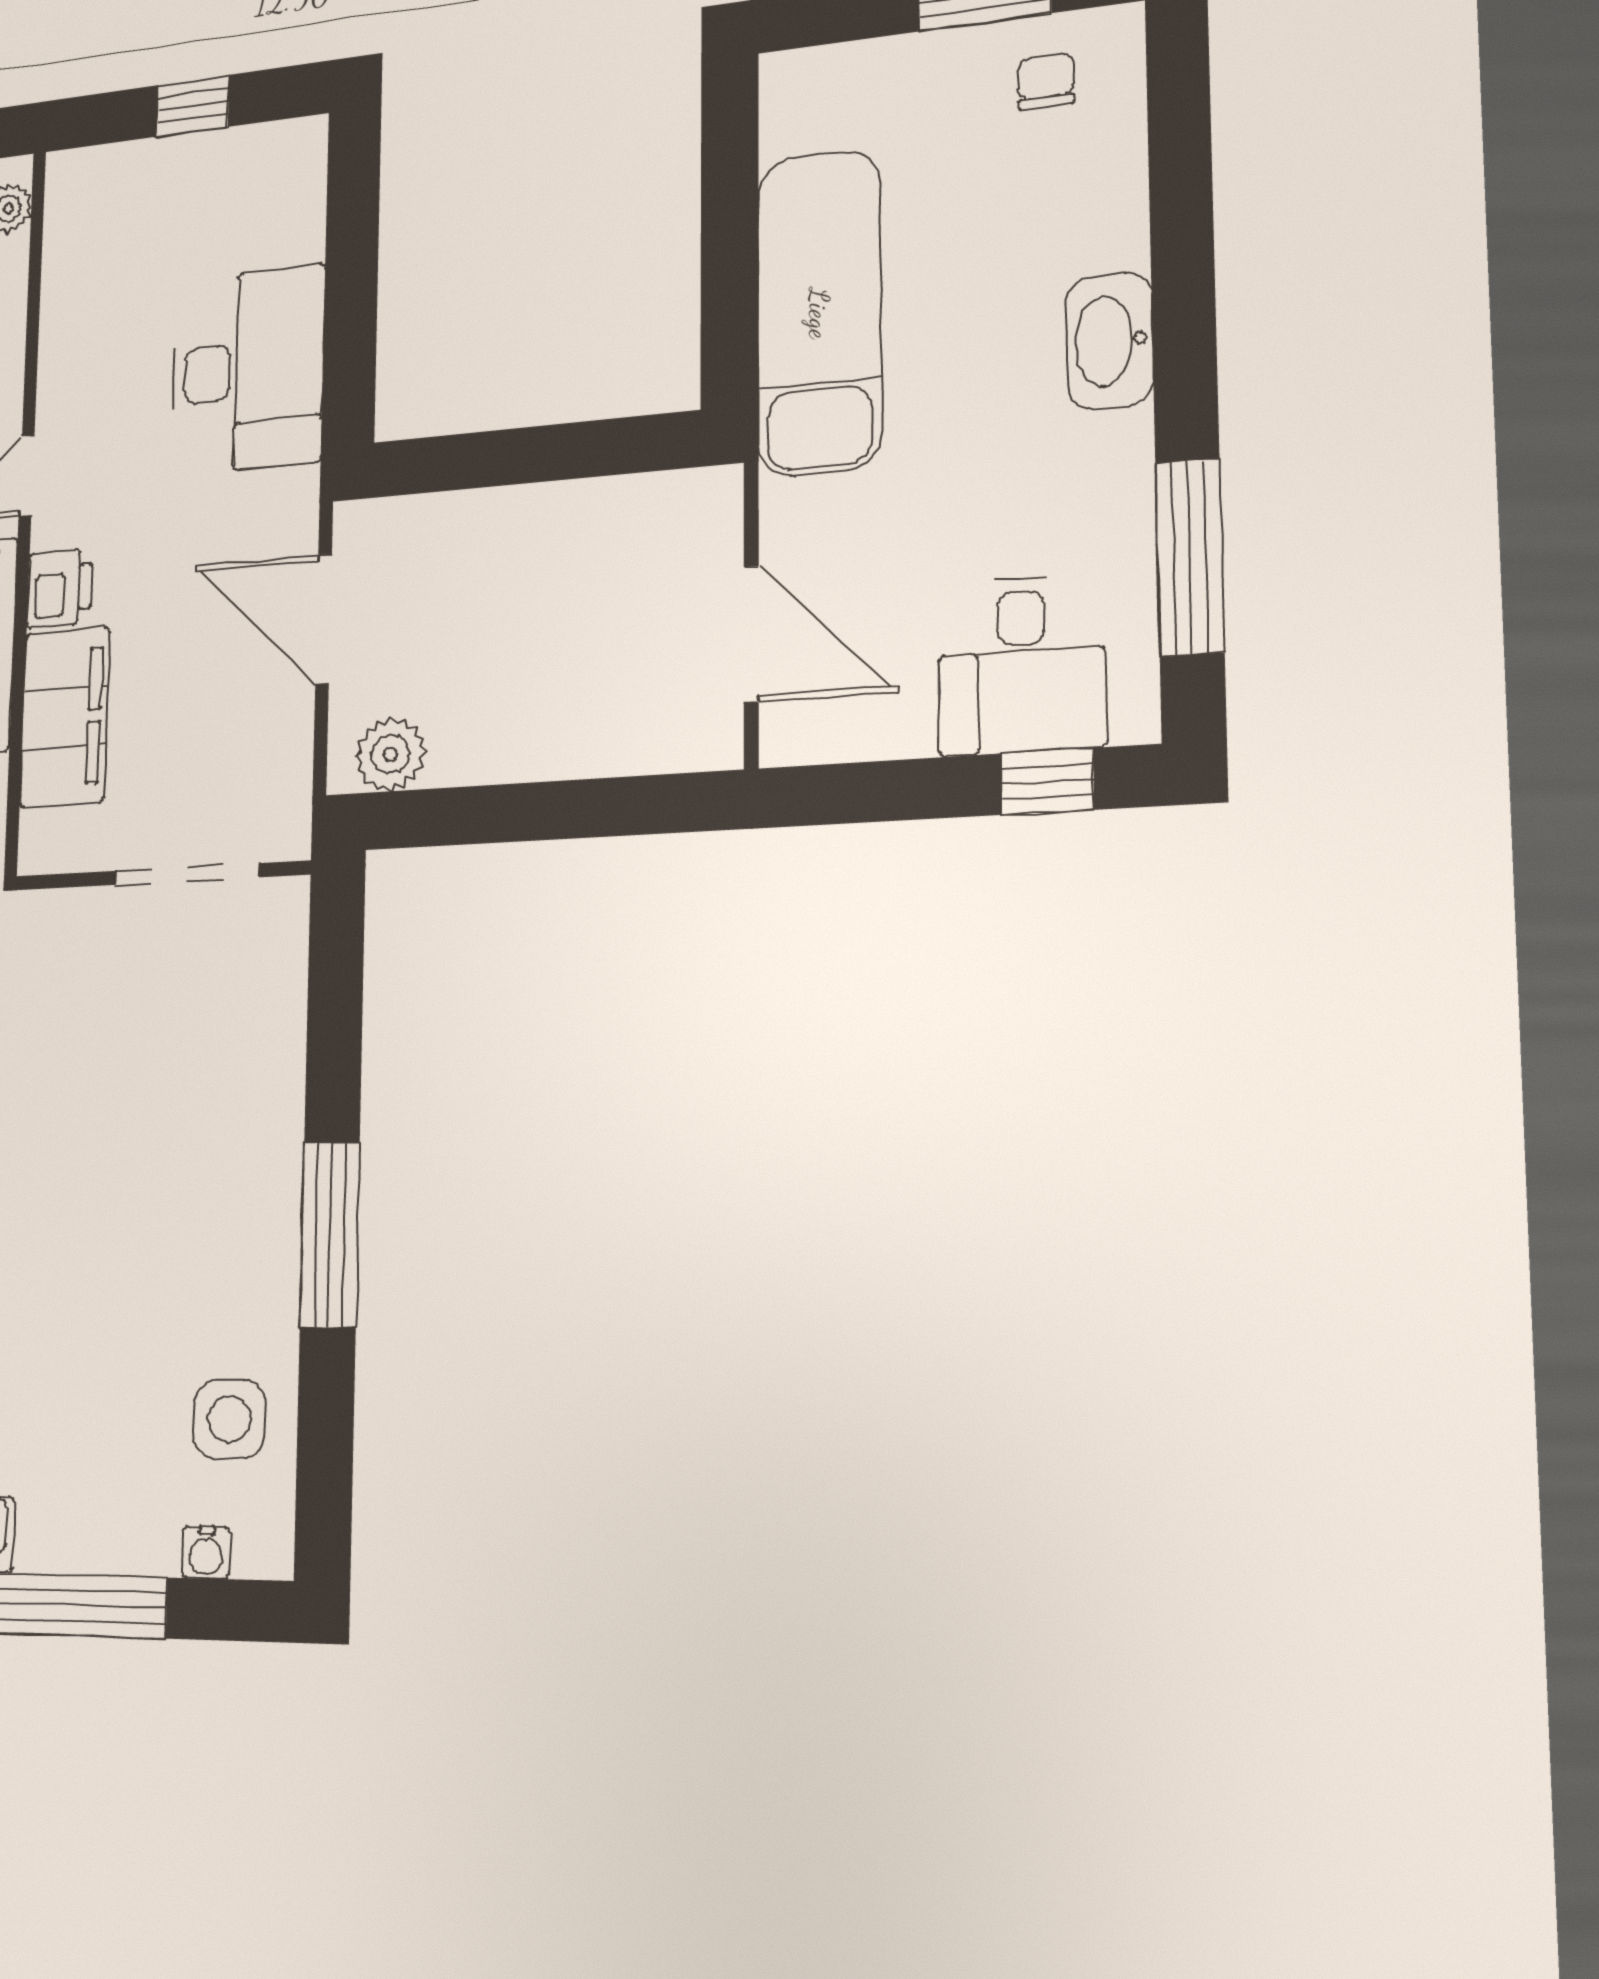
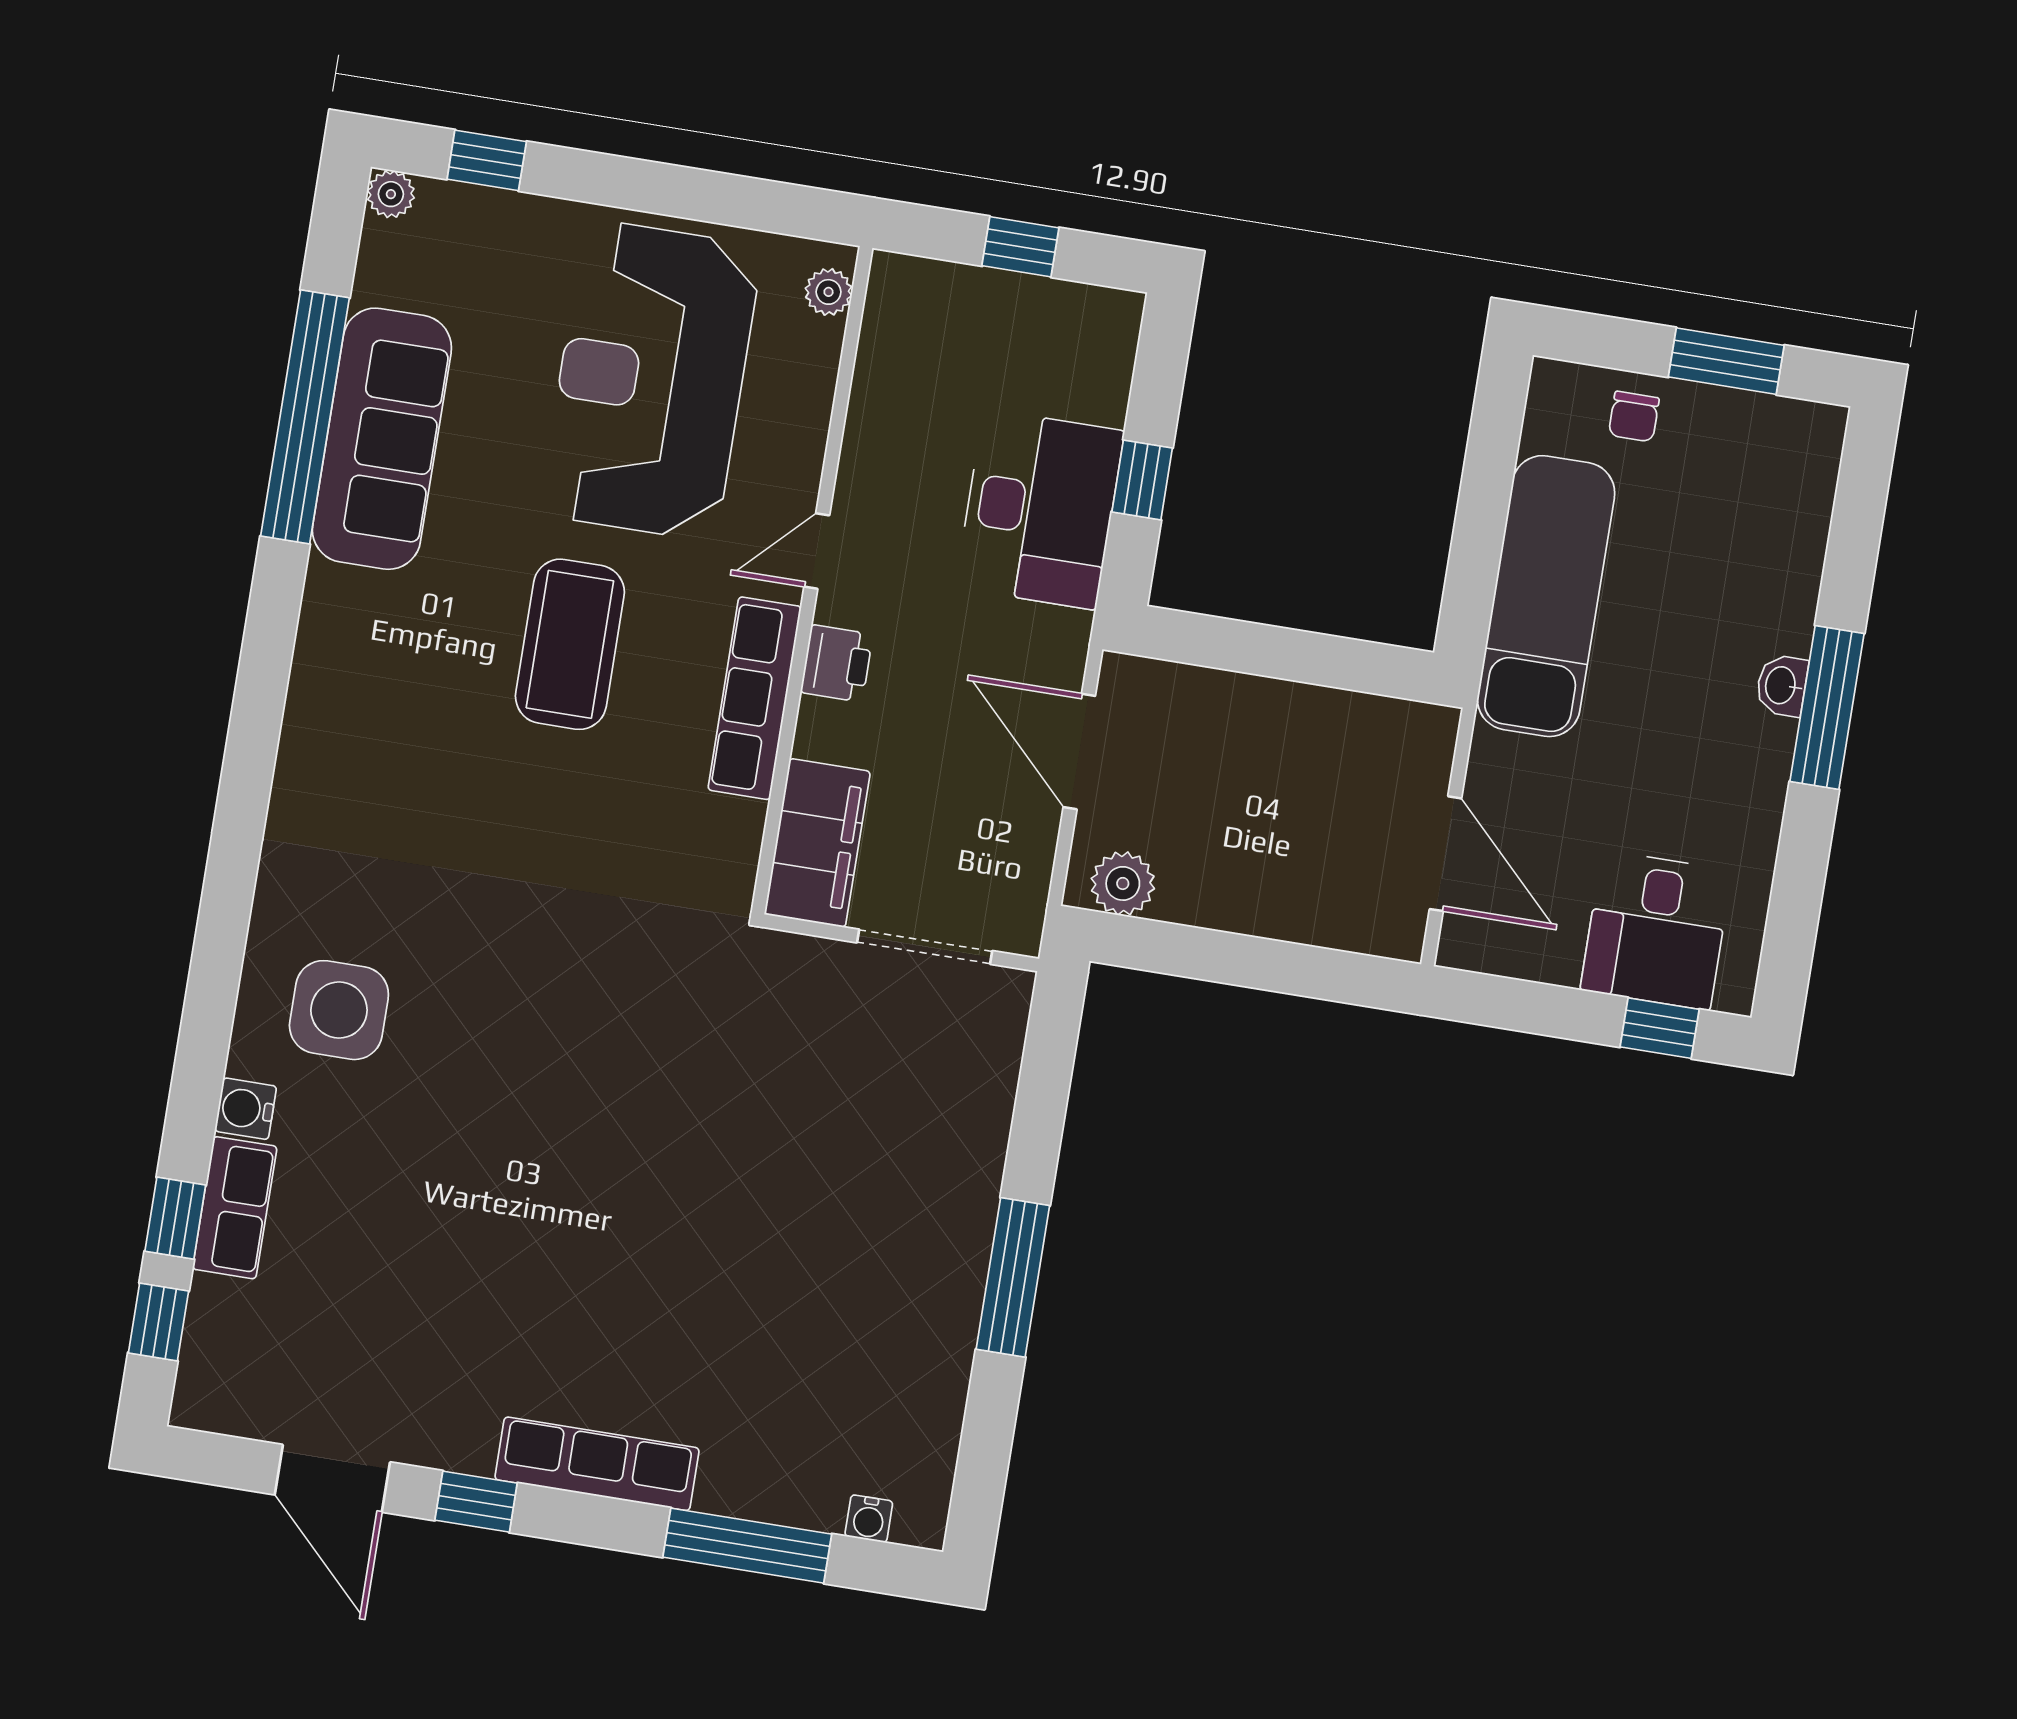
chair: (1046, 81) -> (1634, 417), moved, turned 180
window: (351, 309) -> (1142, 480), added
washbasin: (1110, 341) -> (1782, 685), width x0.52, depth x0.69
window: (1190, 557) -> (1827, 707), moved
filing cabinet: (65, 717) -> (817, 843), moved
side table: (229, 1419) -> (904, 1414), removed

